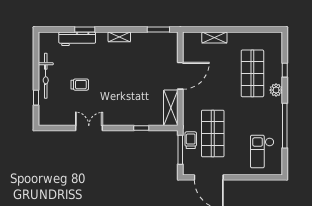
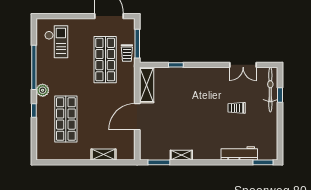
window: (85, 30) -> (263, 162), moved
shelving: (119, 37) -> (181, 155), moved
window: (285, 70) -> (34, 111), moved
bicycle: (46, 76) -> (270, 90), moved
plant: (276, 90) -> (43, 90), moved
double door: (89, 128) -> (243, 65), moved

